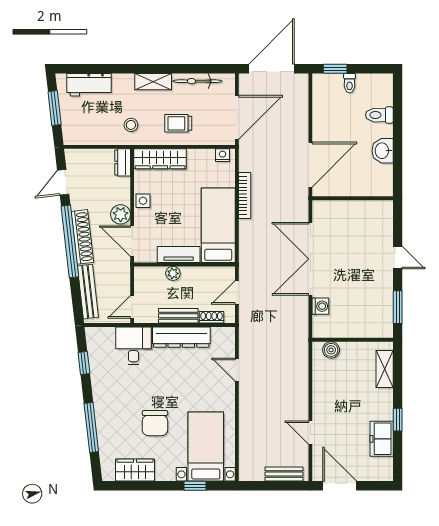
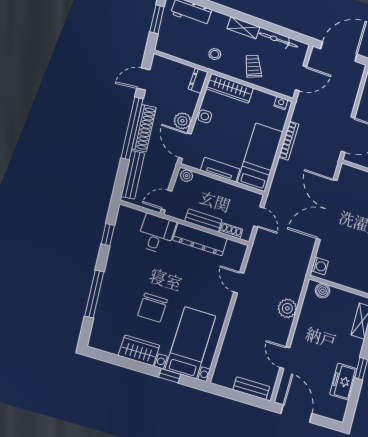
door: (237, 117) -> (301, 78), width x0.73
trolley: (178, 123) -> (253, 66), turned 67
plant: (173, 273) -> (187, 176), moved
door: (237, 292) -> (259, 217), swing flipped
washing machine: (320, 306) -> (320, 266), moved
plant: (298, 381) -> (287, 308), added
wardrobe: (135, 470) -> (139, 350), moved

